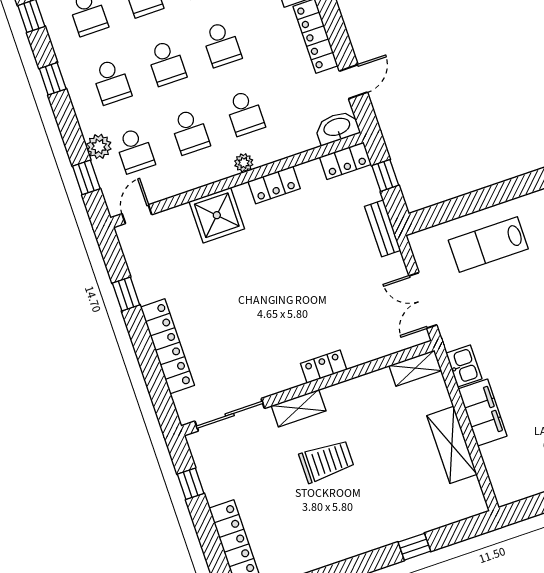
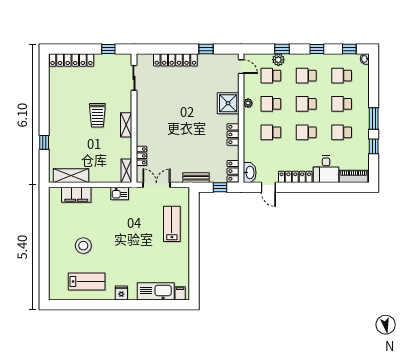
plant: (244, 163) -> (248, 103), moved
window: (86, 177) -> (282, 49), moved
locker: (324, 367) -> (141, 156), moved
shelving: (299, 408) -> (126, 125), moved
filing cabinet: (483, 412) -> (76, 195), moved
sliding door: (230, 415) -> (134, 78), width x0.73
shelving: (452, 445) -> (71, 176), moved

